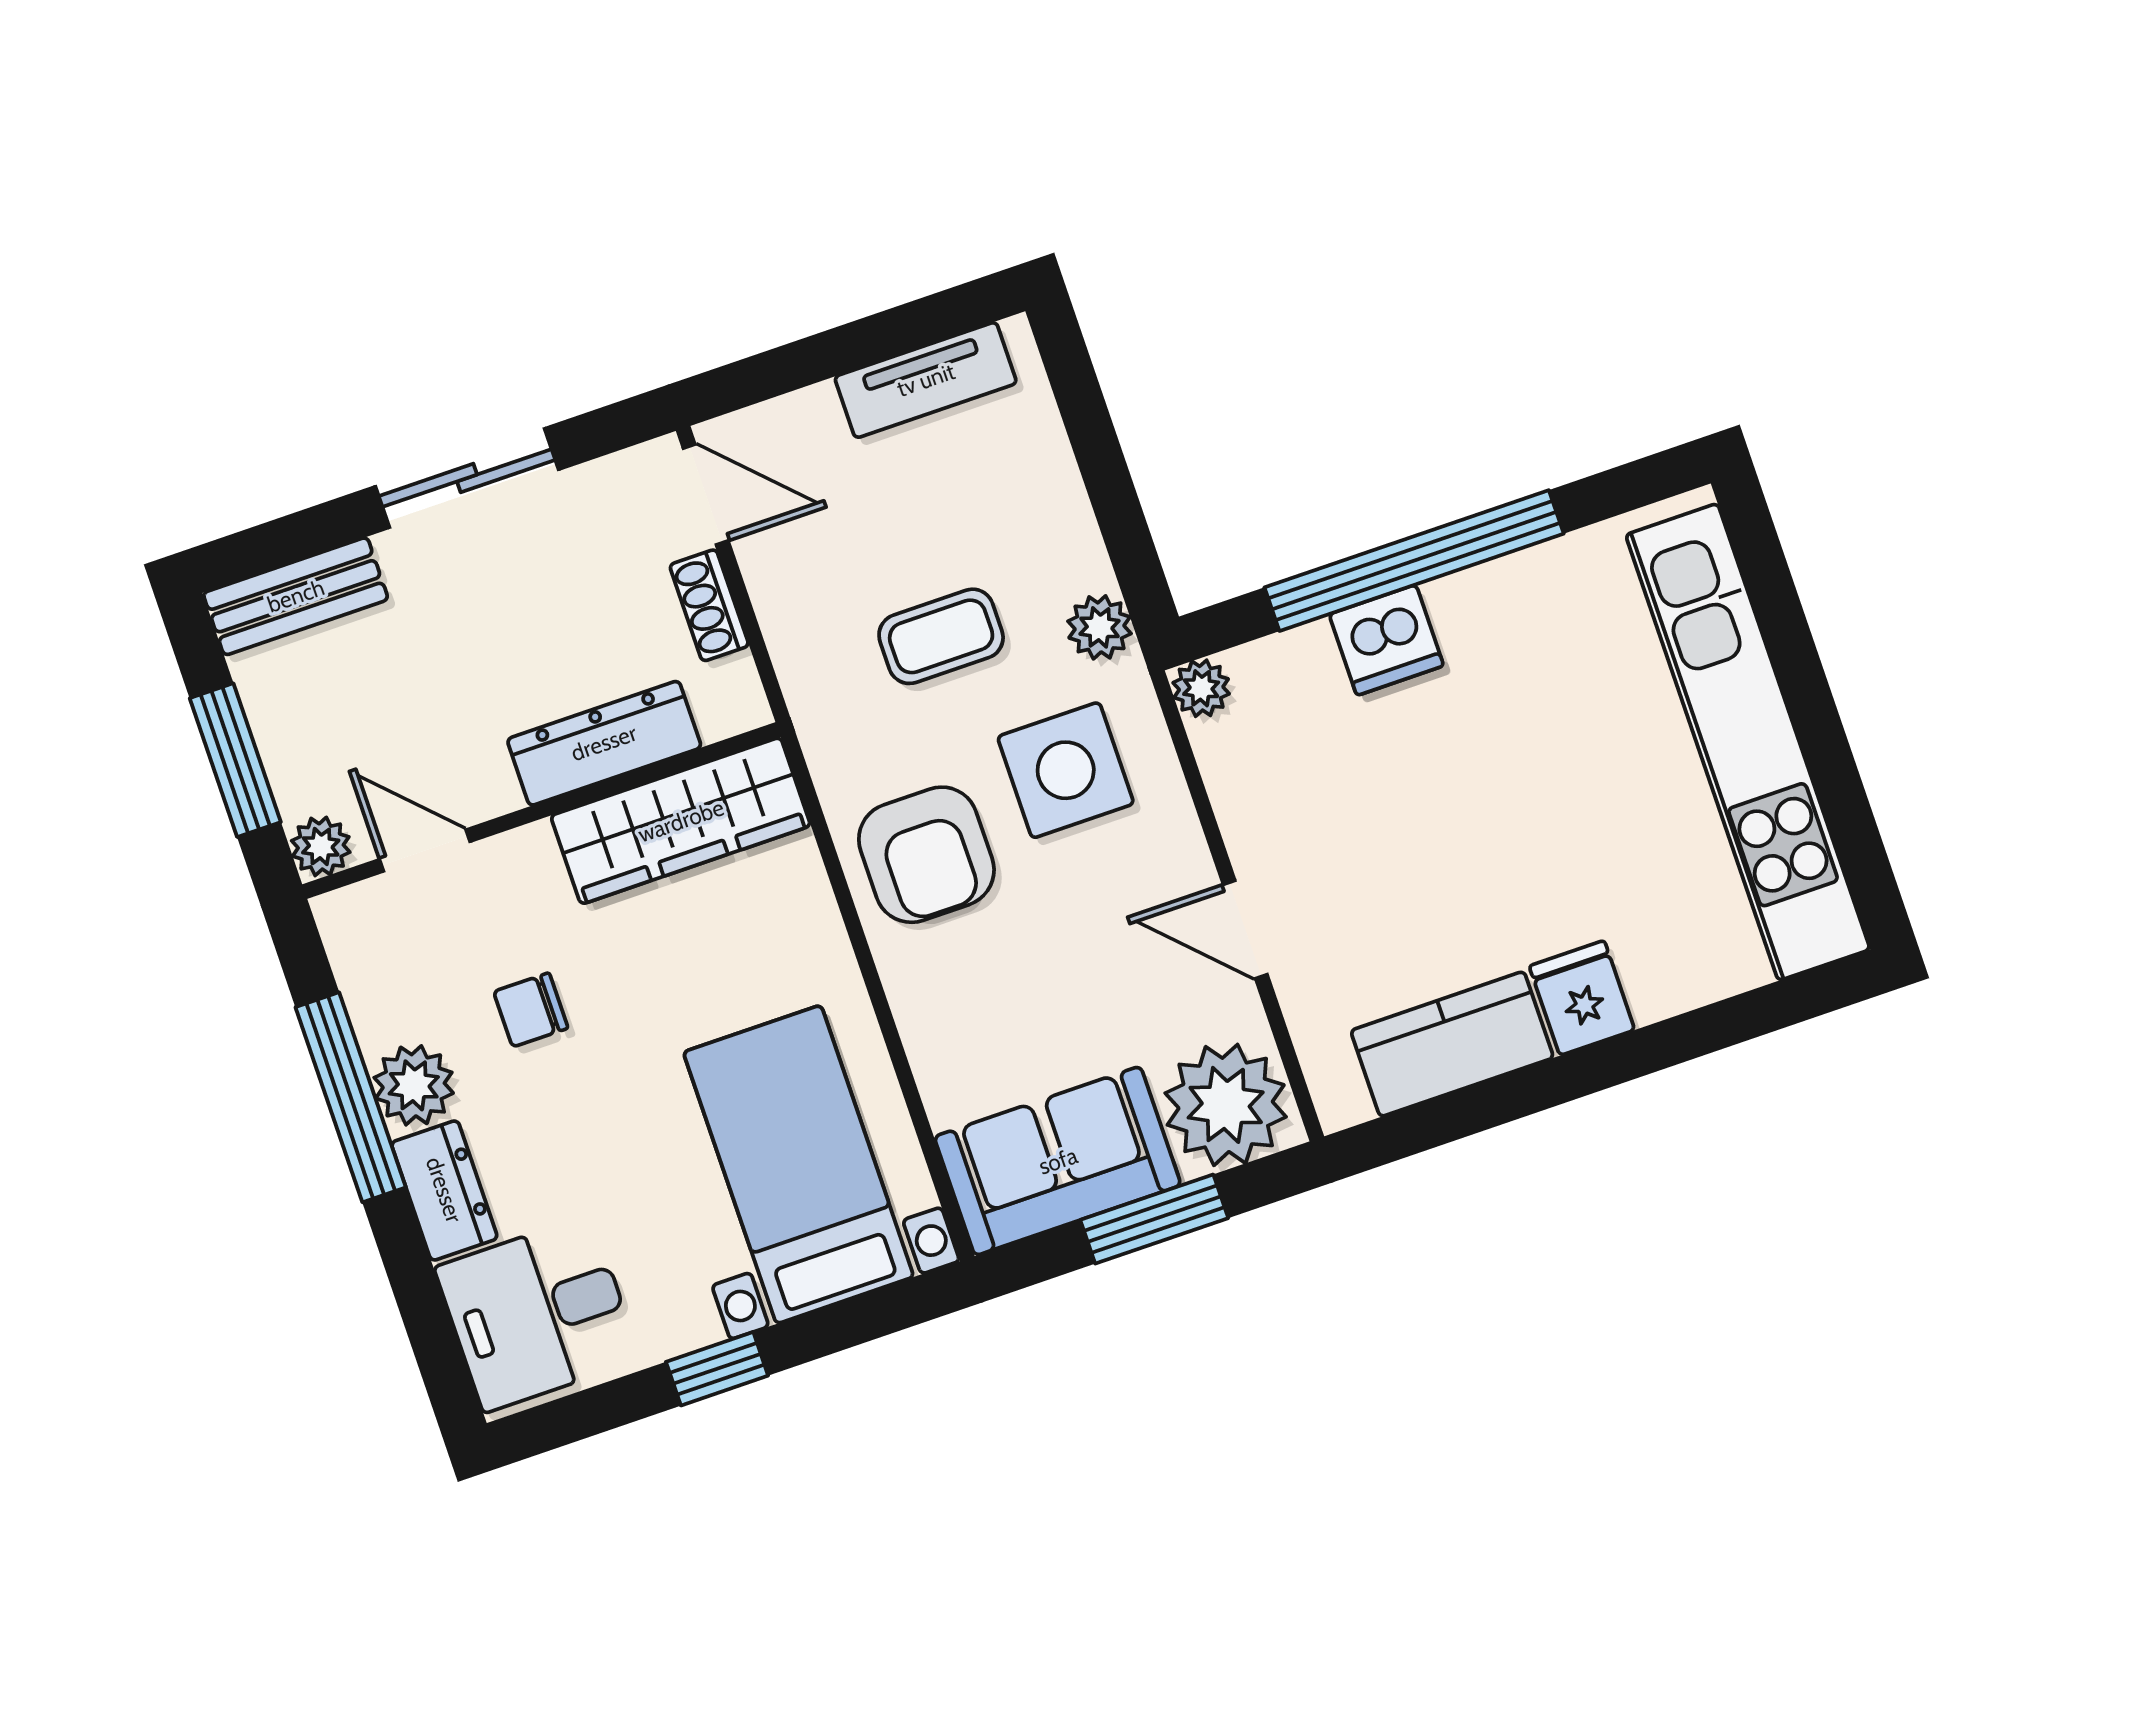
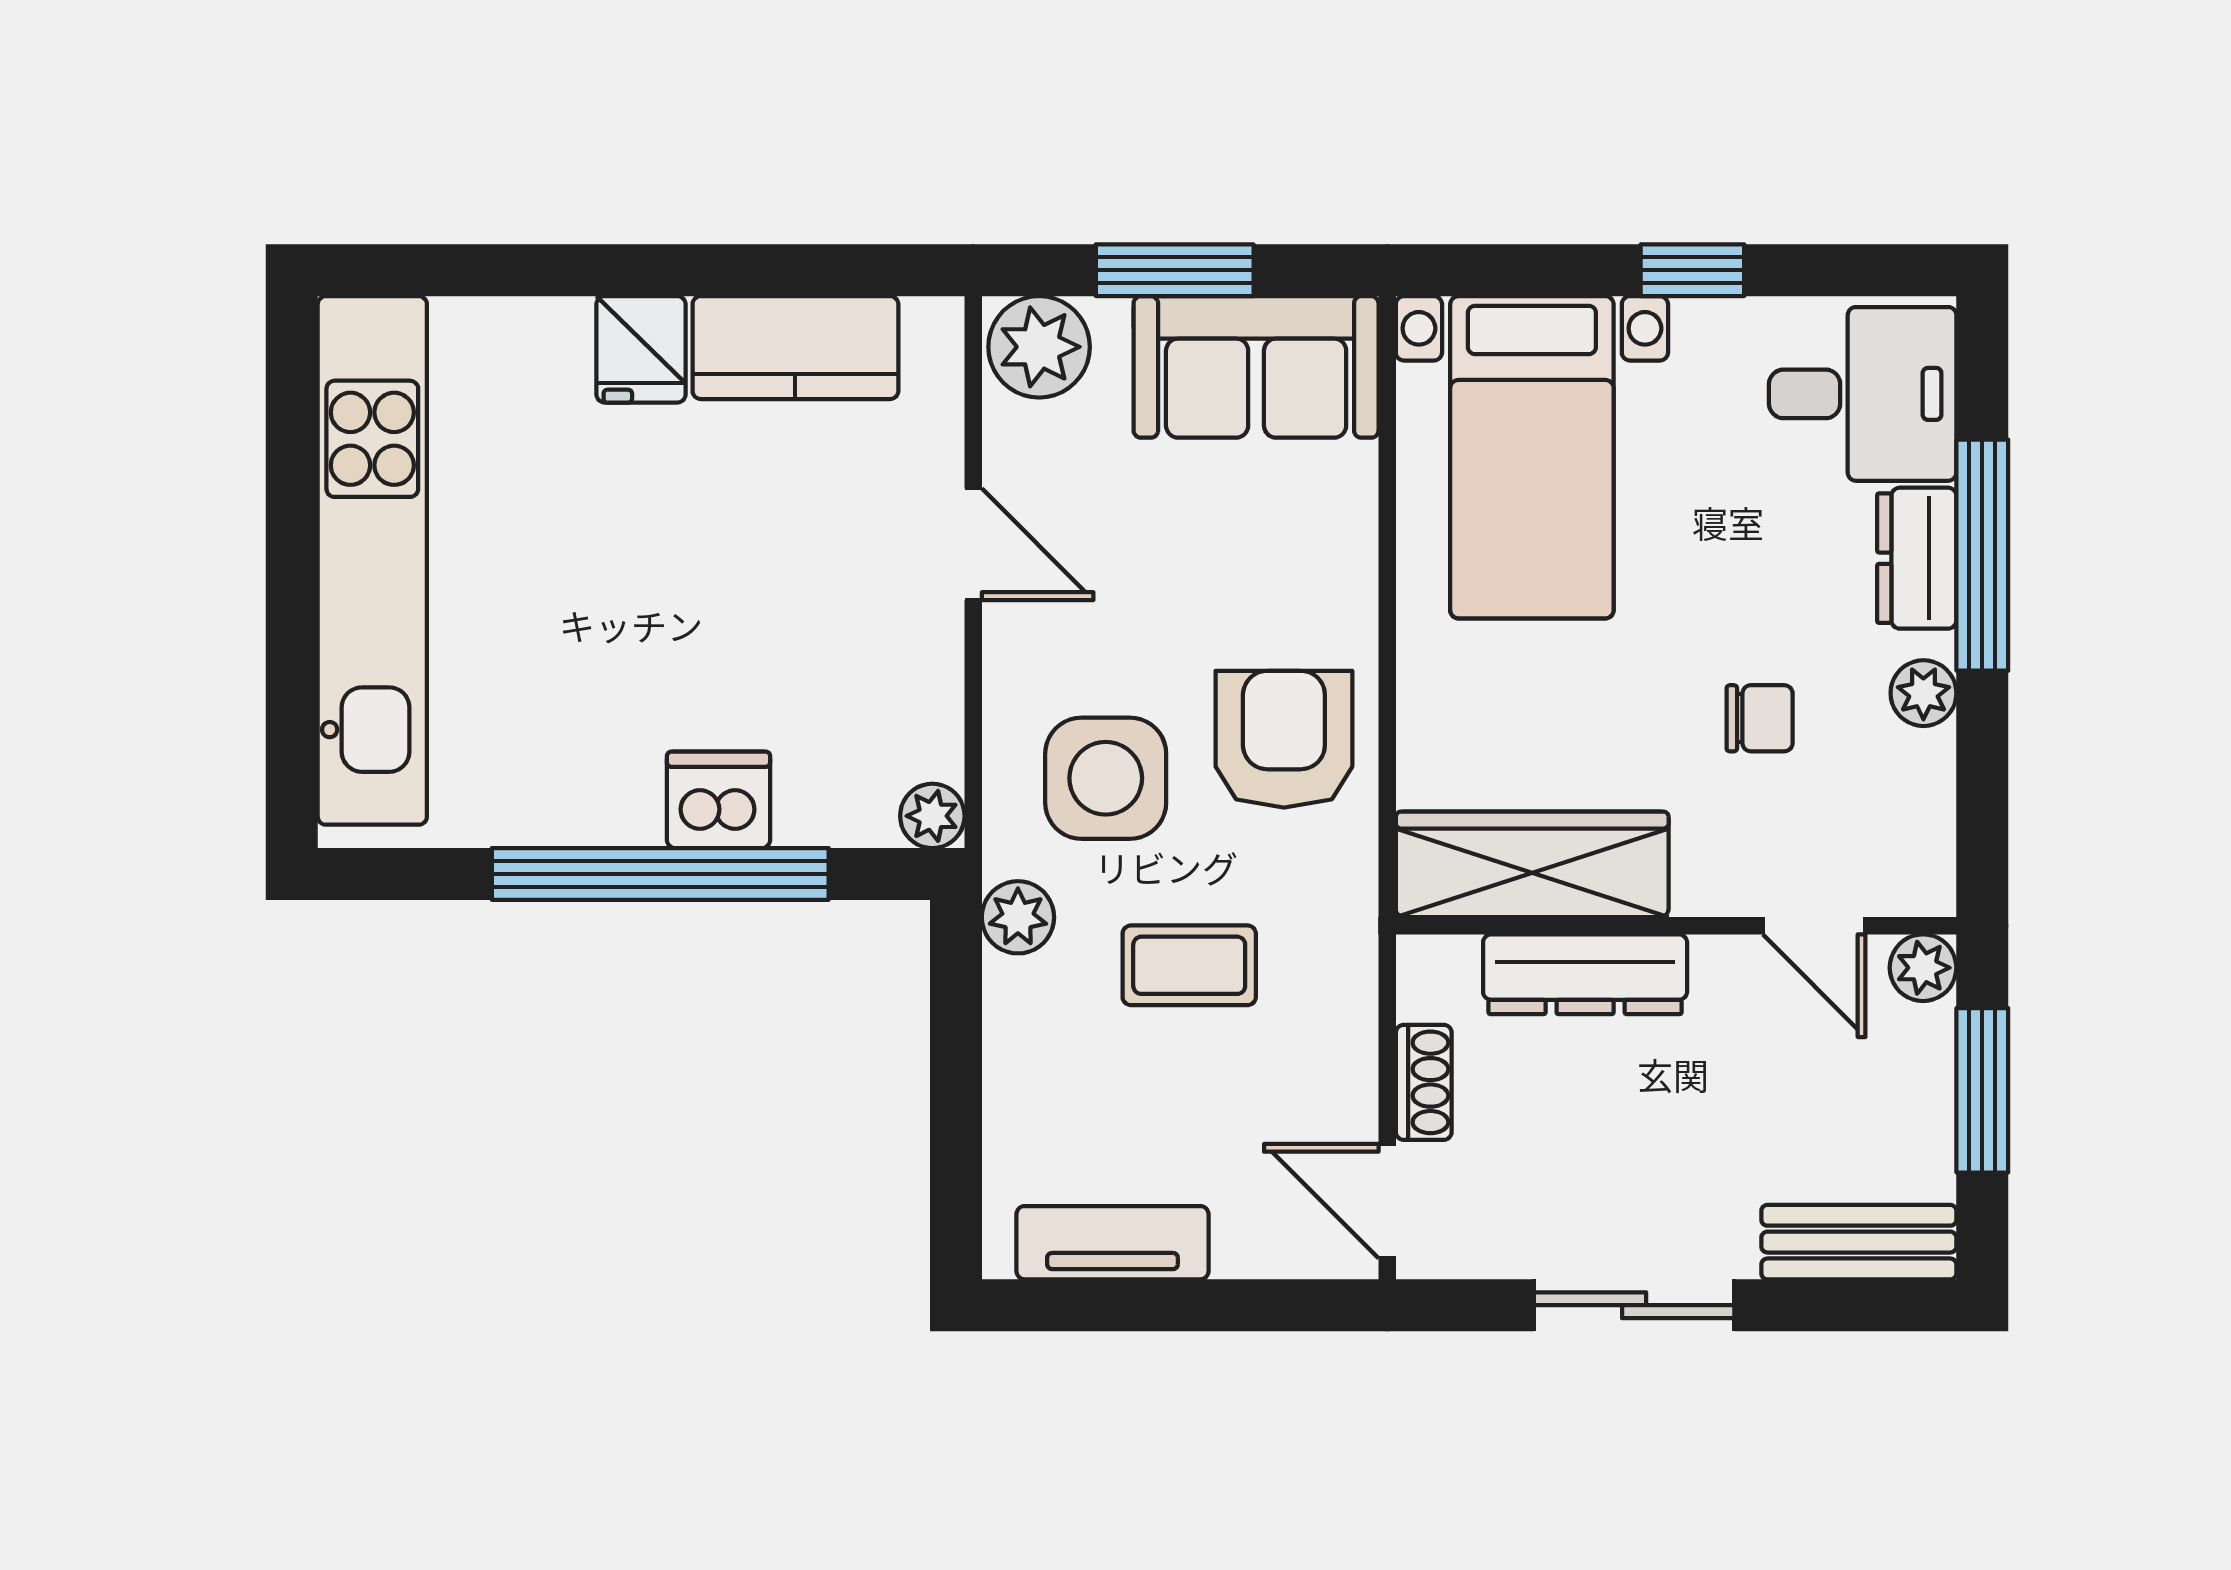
plant: (414, 1085) -> (1923, 693), width x0.73, depth x0.73
window: (351, 1097) -> (1982, 555), moved
plant: (1226, 1105) -> (1039, 347), width x0.73, depth x0.73

